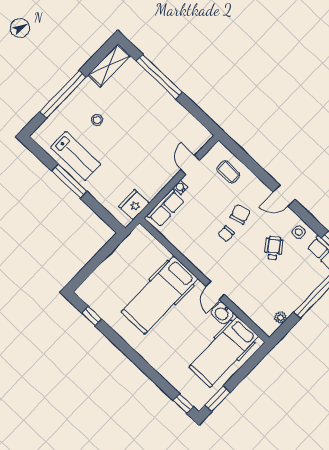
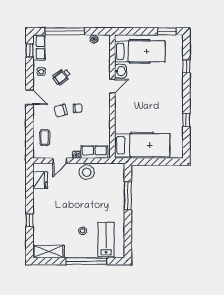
window: (159, 77) -> (30, 220), width x0.32
lab bench: (76, 156) -> (106, 239), moved
window: (69, 181) -> (128, 196), moved
stool: (153, 181) -> (87, 172), added
fridge: (134, 205) -> (40, 180), moved, turned -90
hospital bed: (160, 295) -> (142, 145), moved
window: (92, 316) -> (186, 120), moved
window: (183, 403) -> (186, 66), moved

